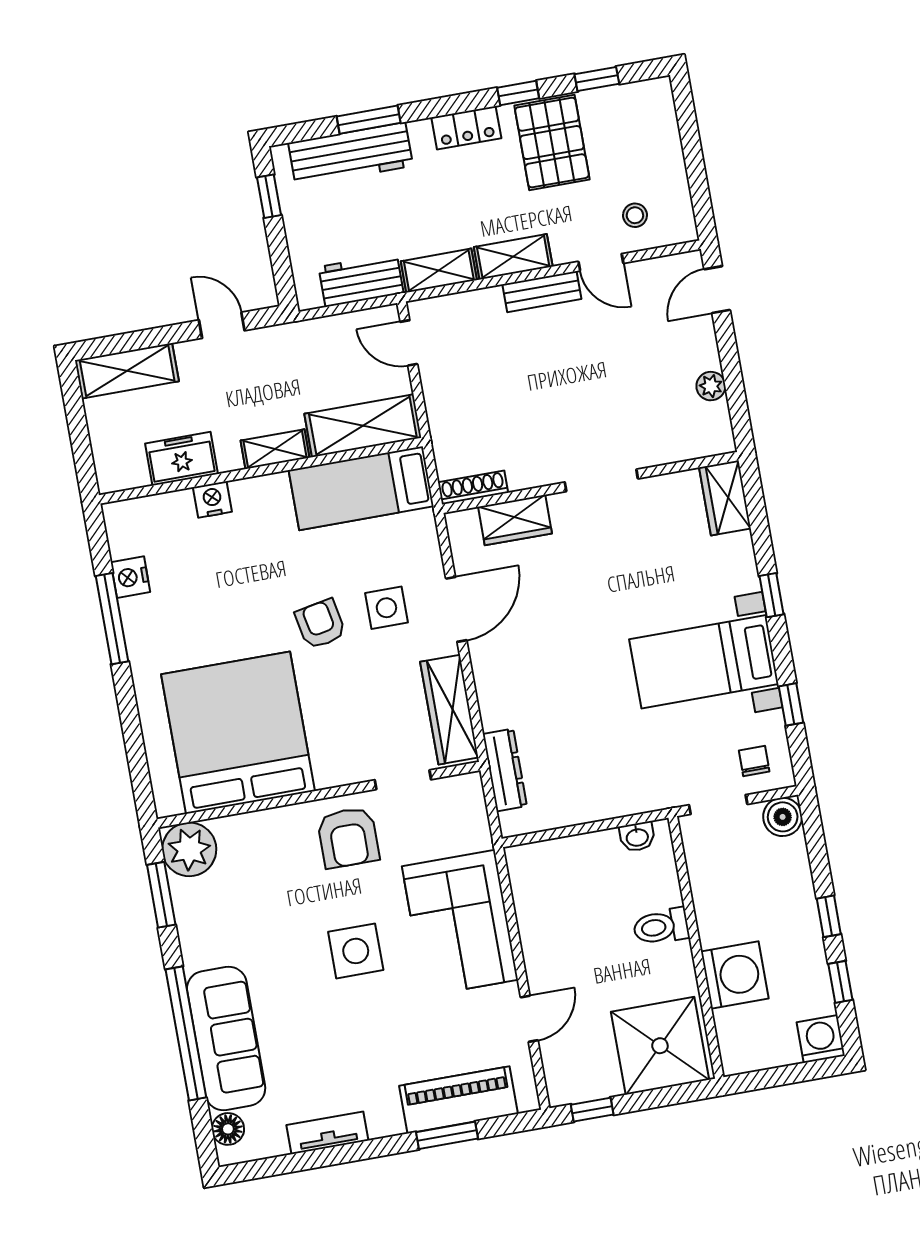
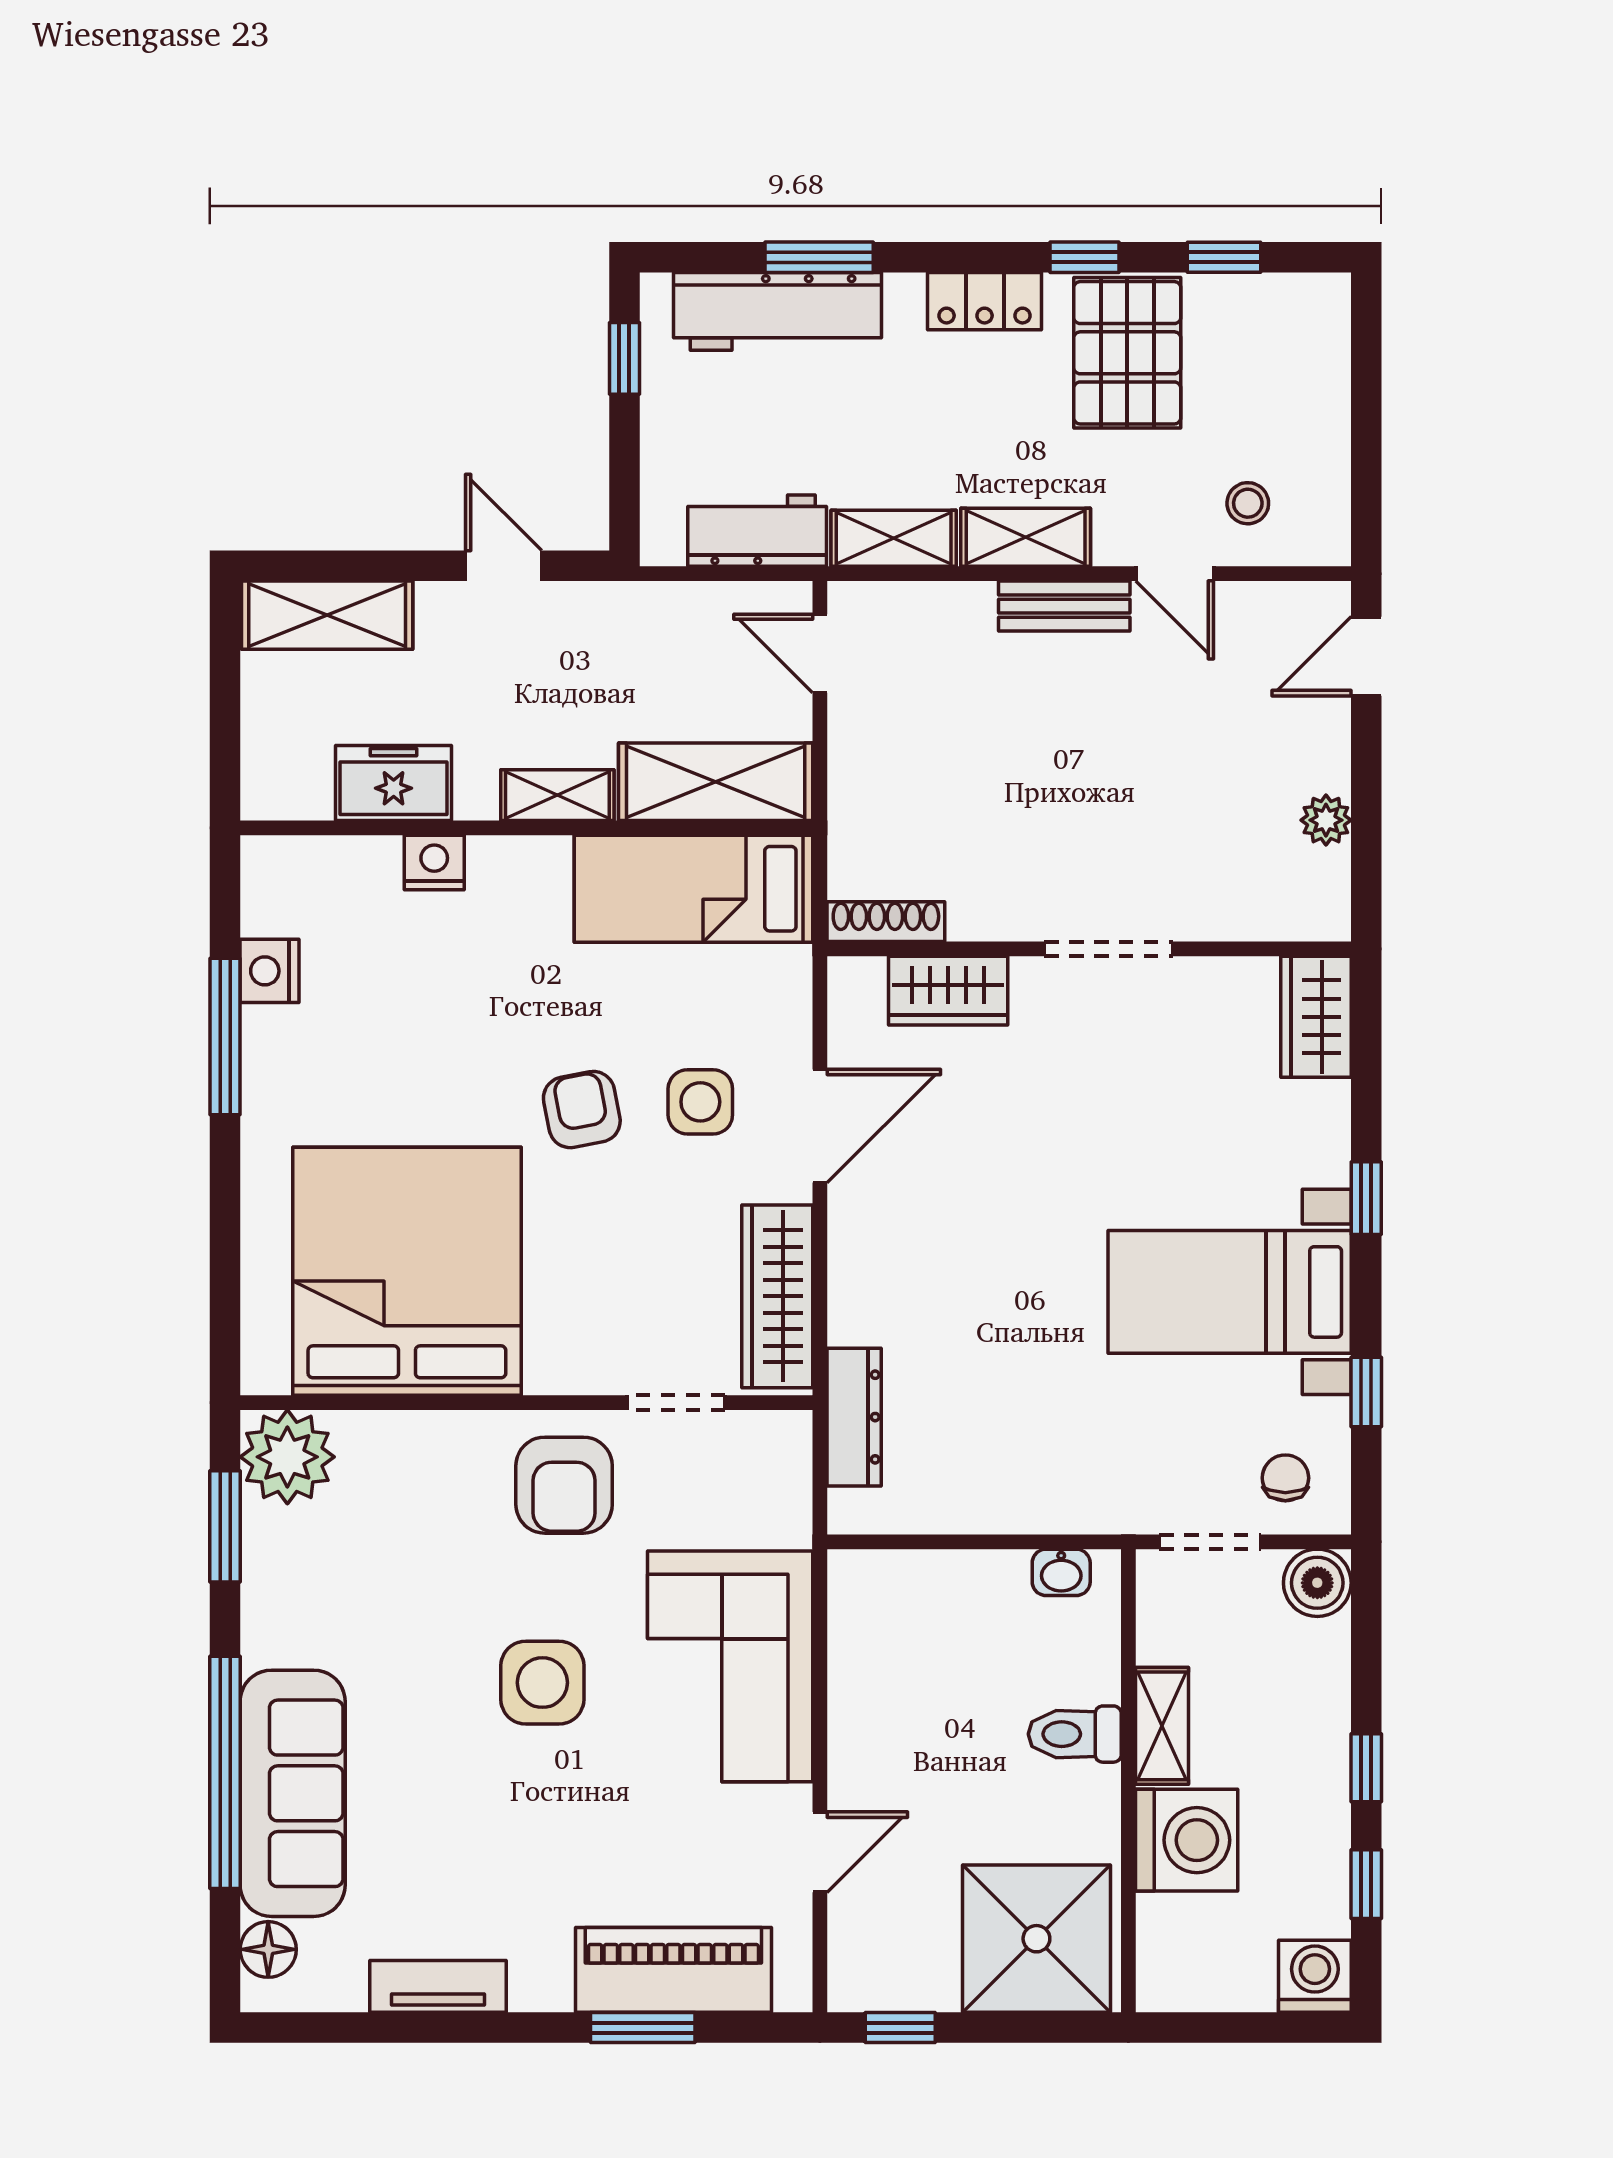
shelving: (709, 913) -> (1162, 1726), added

